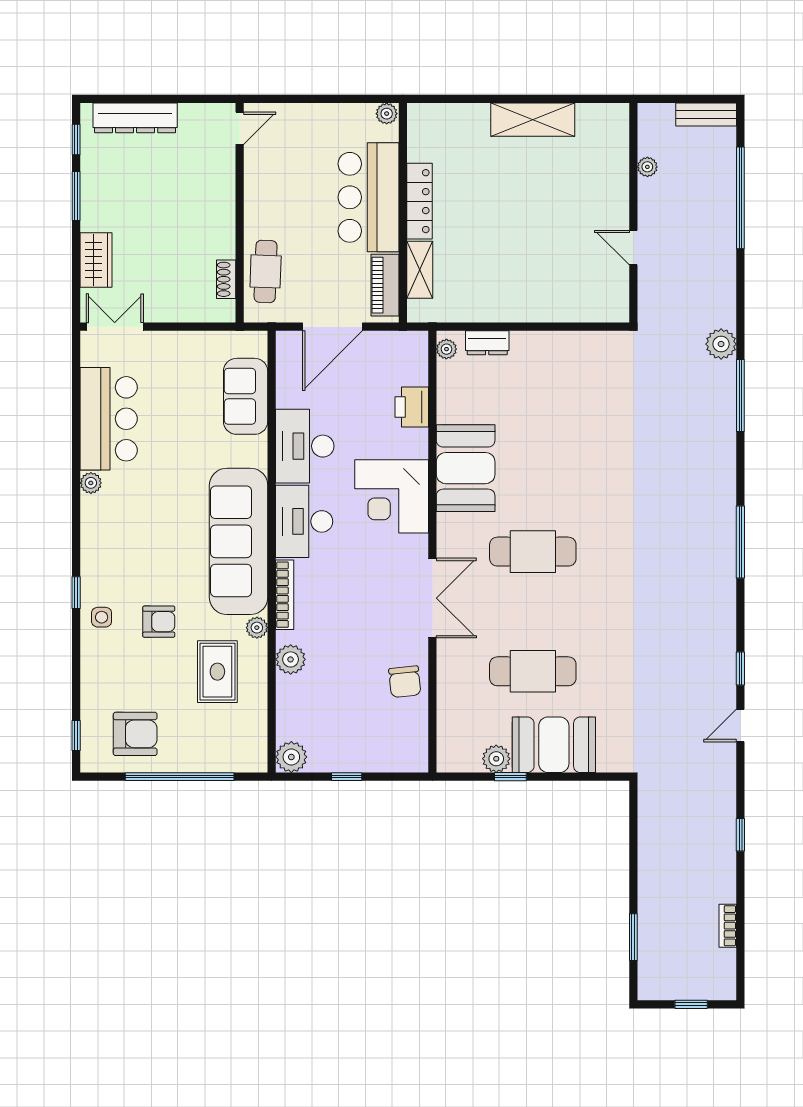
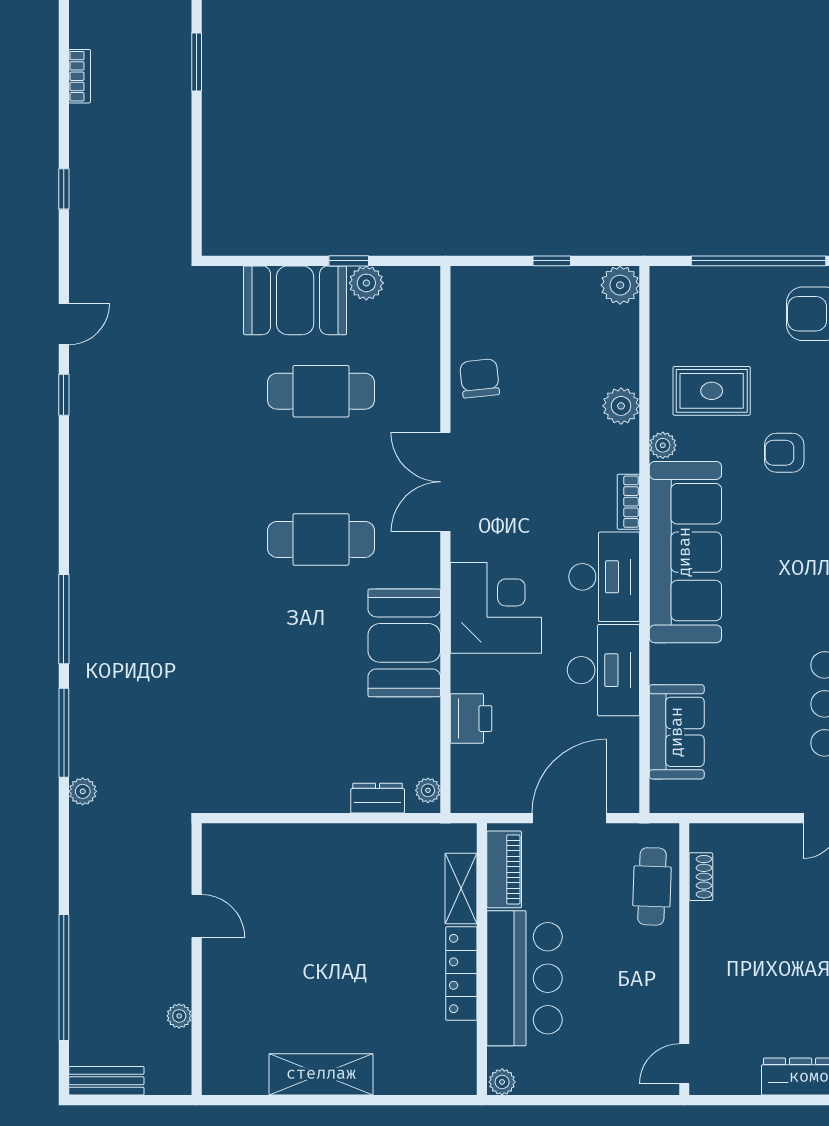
plant: (721, 344) -> (83, 791), width x0.73, depth x0.73
window: (740, 542) -> (64, 619), moved
bookcase: (285, 595) -> (628, 502), width x0.64
rug: (217, 672) -> (712, 391), turned 90

